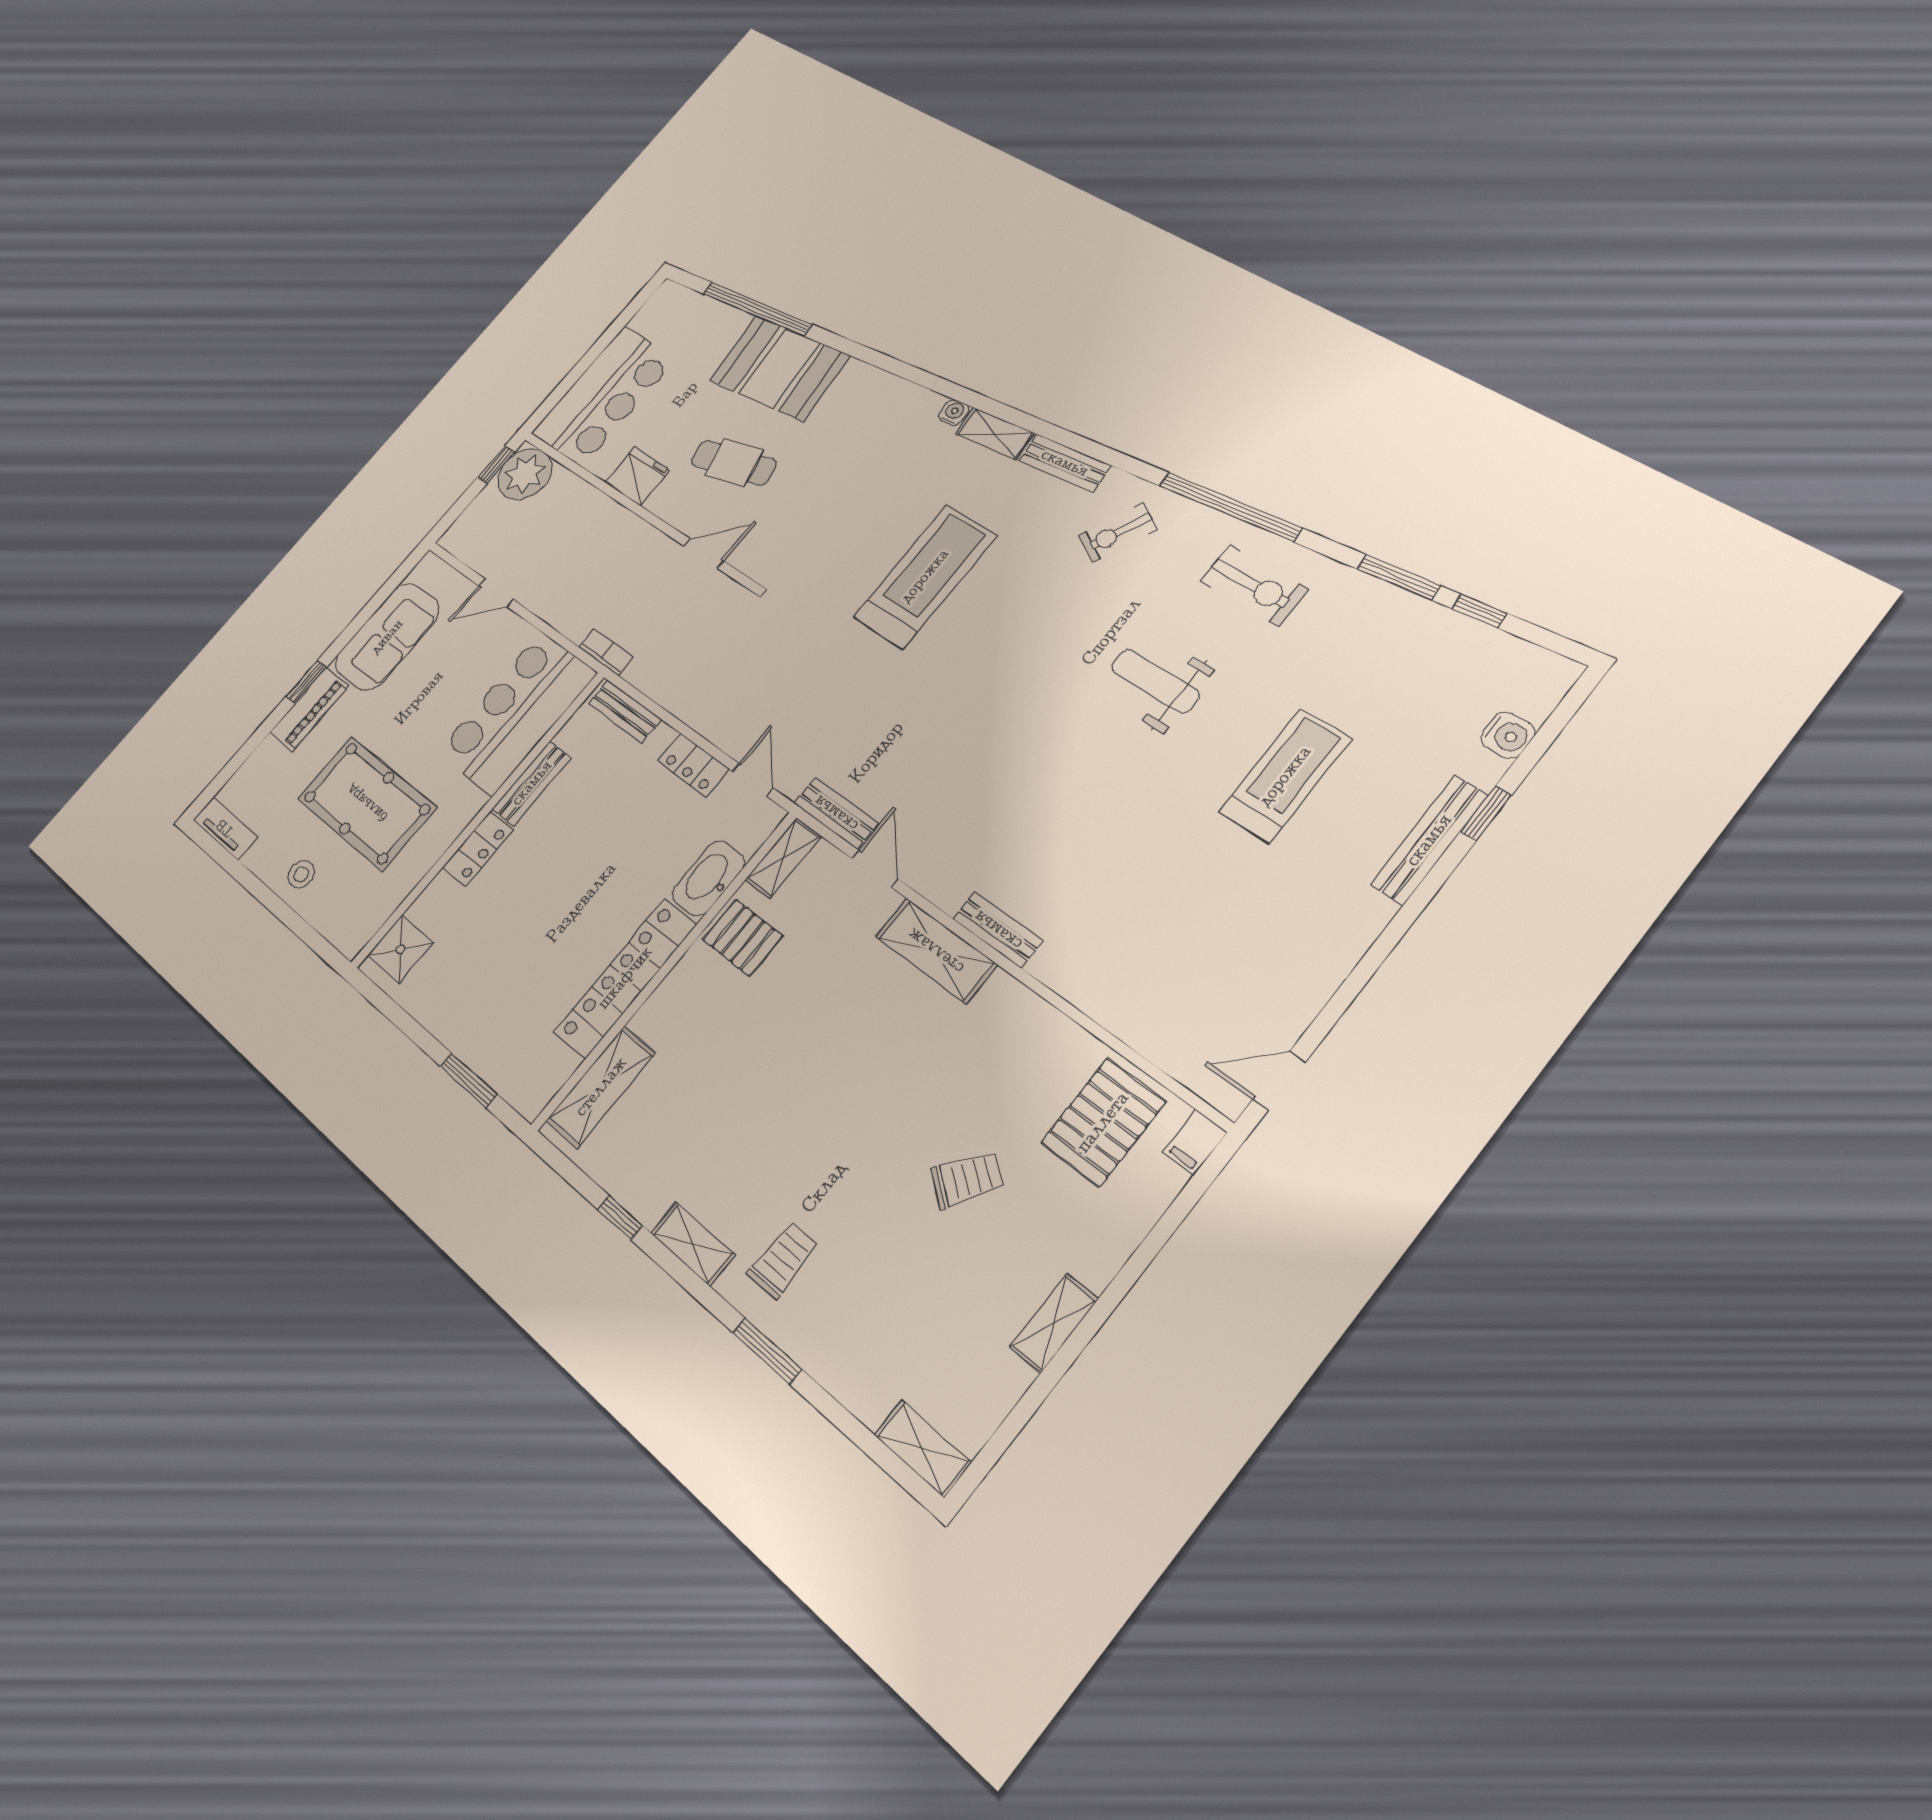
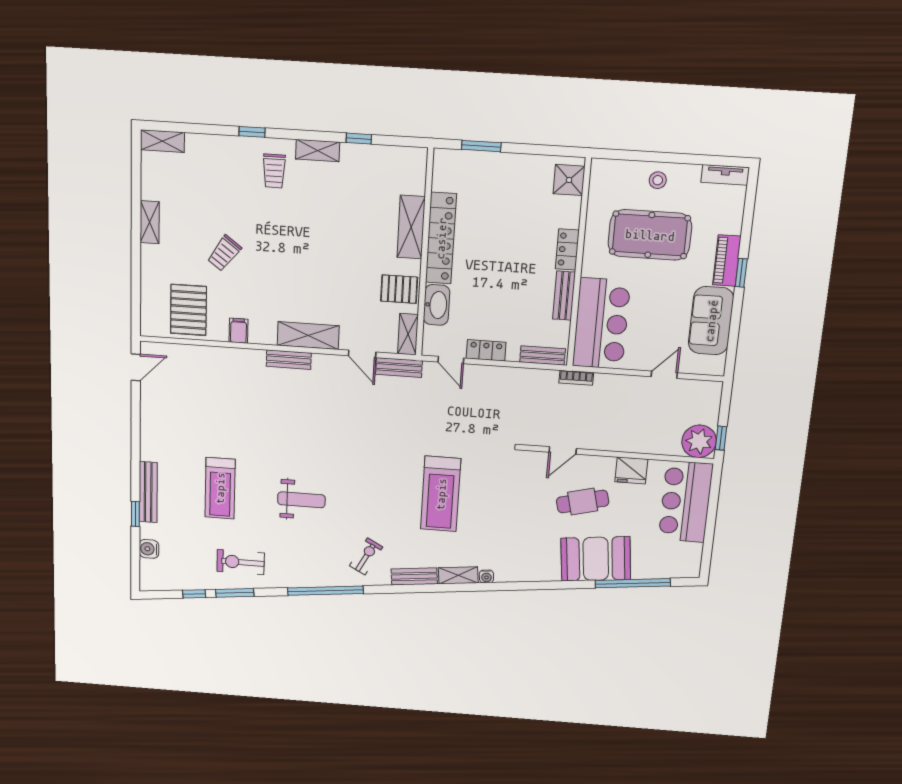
exercise bike: (1254, 585) -> (241, 562), moved
shelving: (601, 1087) -> (411, 227), moved
filing cabinet: (1195, 1142) -> (238, 331), moved
window: (767, 1351) -> (252, 132), width x0.67

